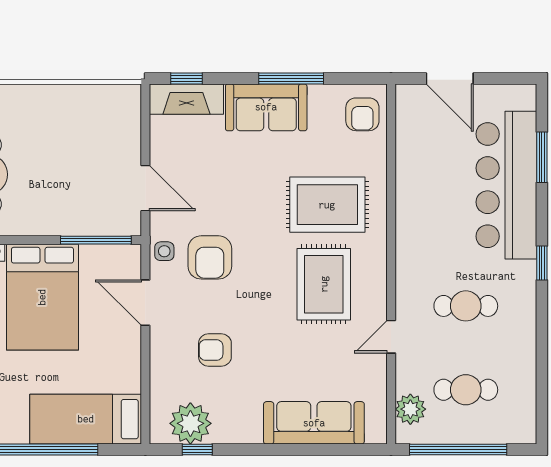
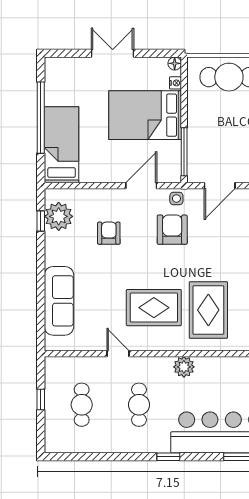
armchair: (210, 257) -> (172, 230), turned 90
plant: (410, 409) -> (184, 367), moved
window: (458, 450) -> (41, 400), width x0.32

